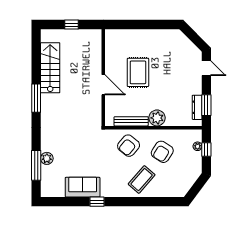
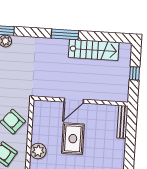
rug: (138, 72) -> (73, 139), moved, turned 90
bench: (131, 121) -> (122, 122), moved

